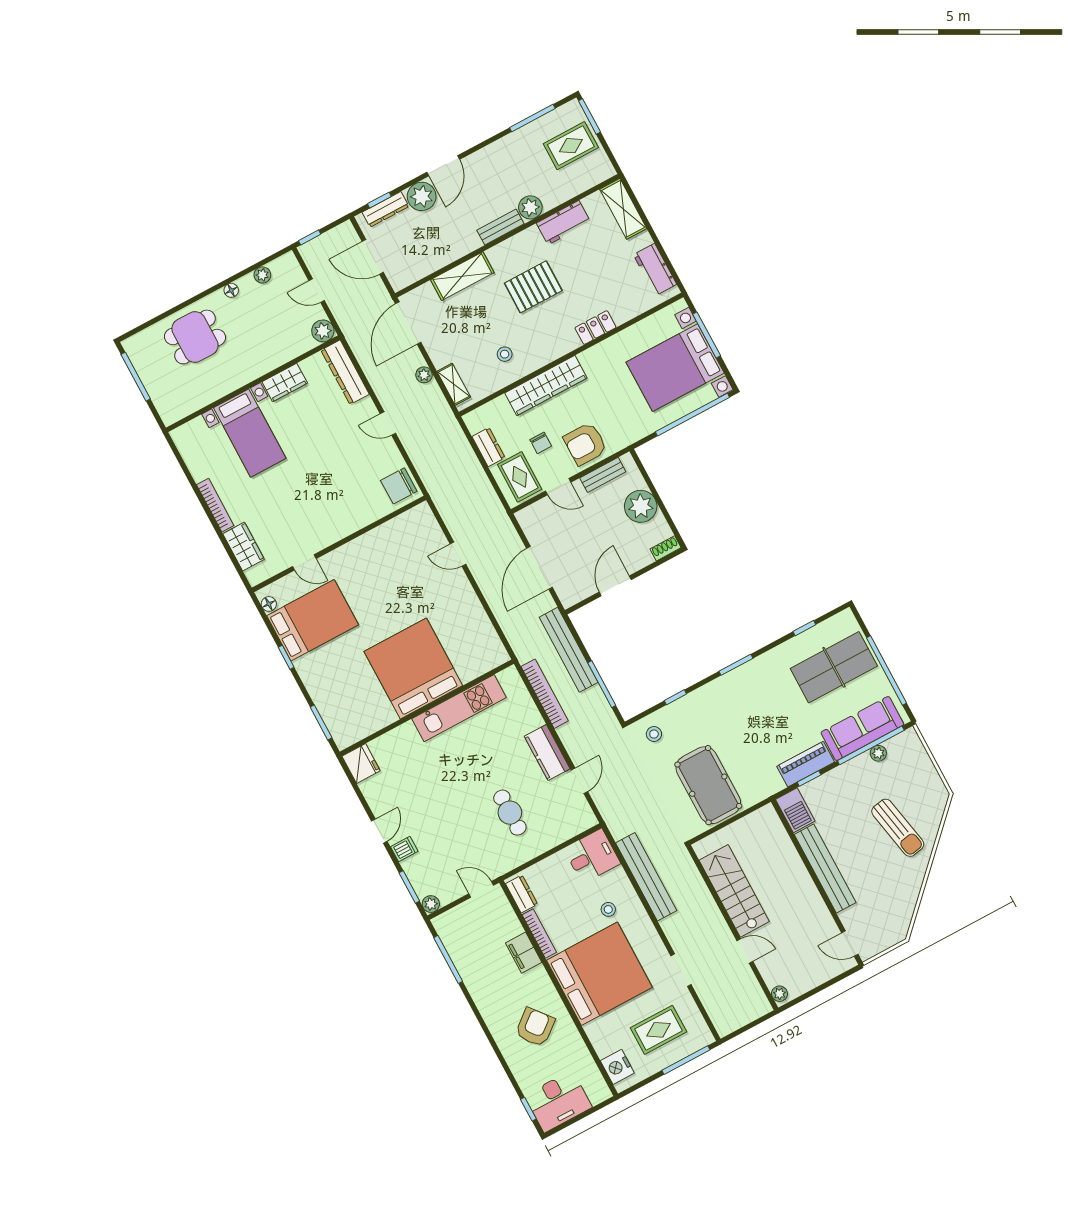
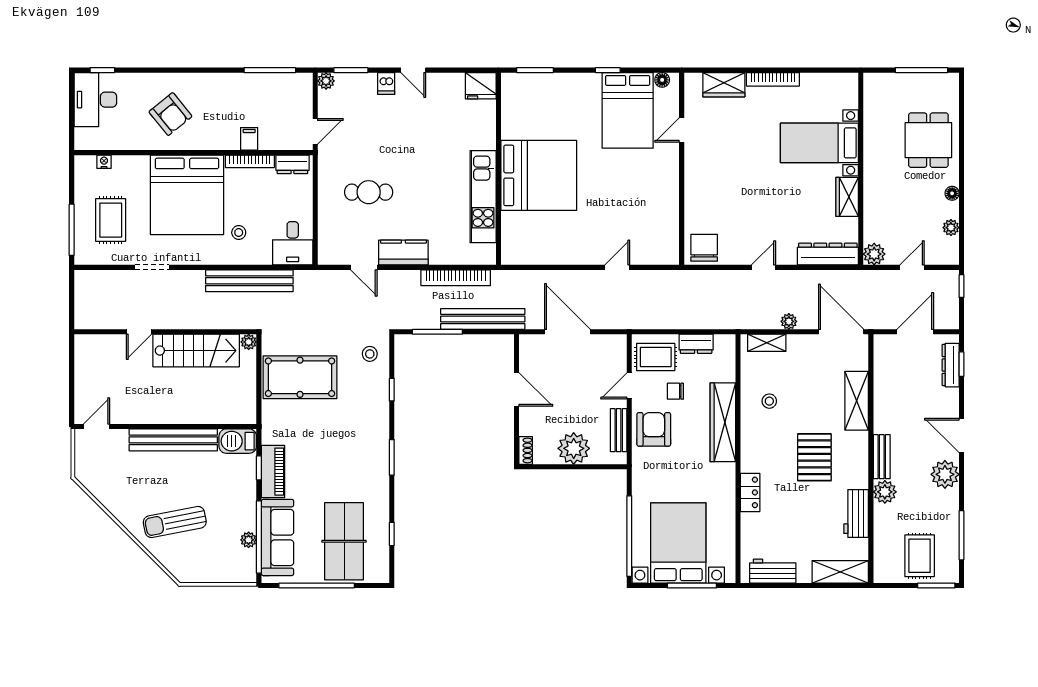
plant: (422, 196) -> (945, 474), moved
filing cabinet: (524, 953) -> (249, 139), width x0.50
plant: (780, 994) -> (249, 342), moved
nightstand: (617, 1067) -> (104, 162), width x0.53, depth x0.56

